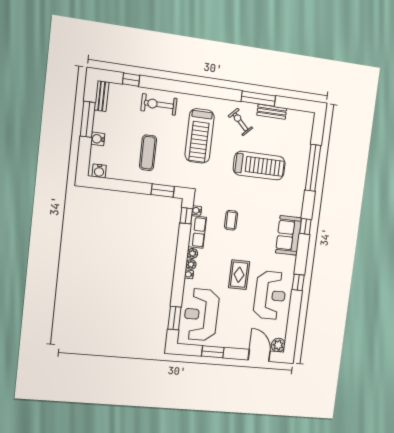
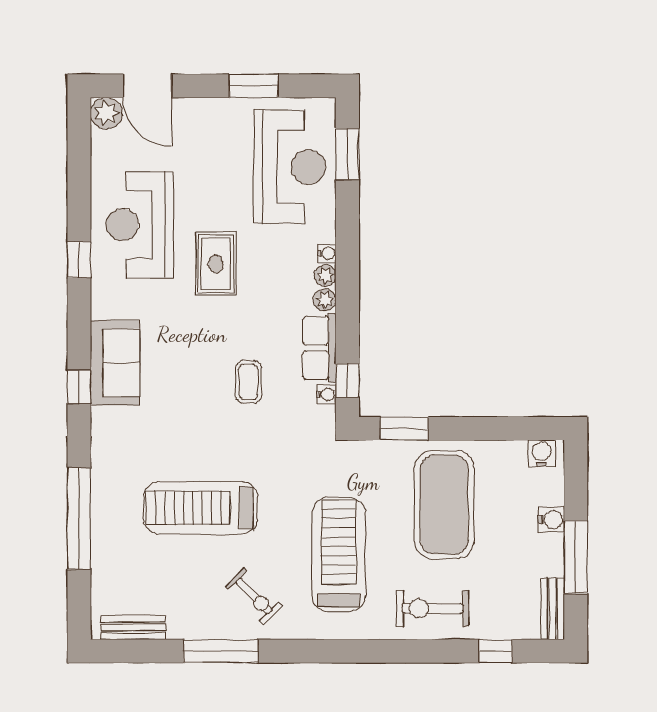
exercise bike: (159, 104) -> (432, 608), turned 180
bench: (272, 112) -> (133, 627), moved
exercise mat: (148, 153) -> (444, 505), width x2.00, depth x1.45

